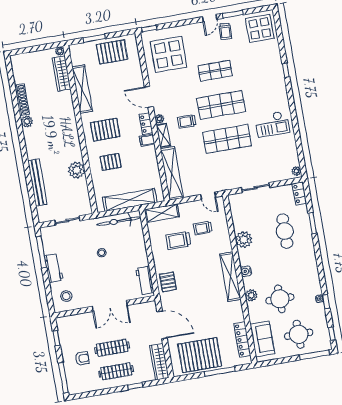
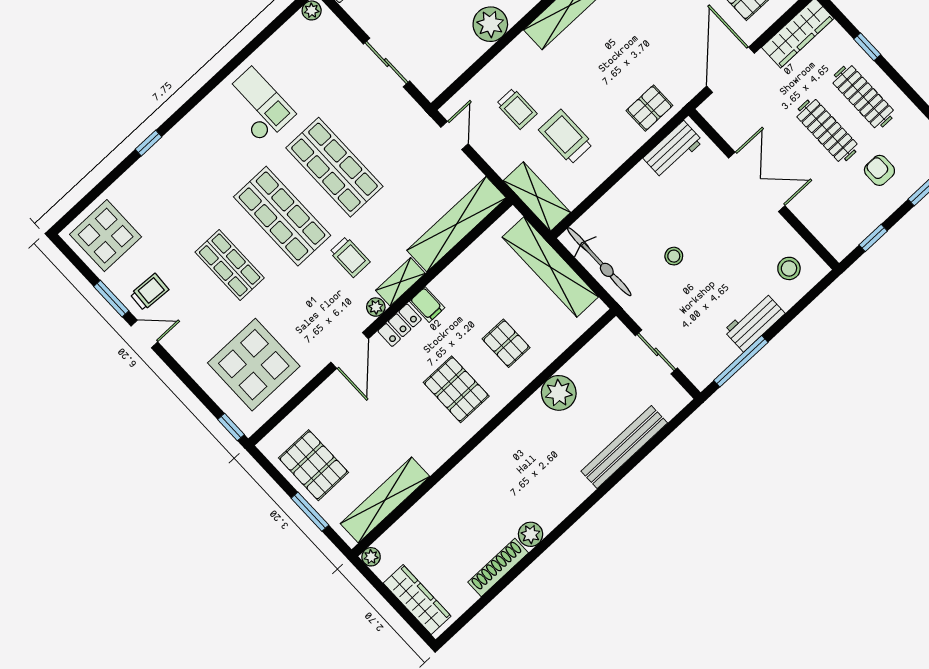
wardrobe: (62, 73) -> (417, 600), moved, turned -90
shelving: (82, 89) -> (385, 500), moved
trolley: (178, 240) -> (566, 137), turned 180

